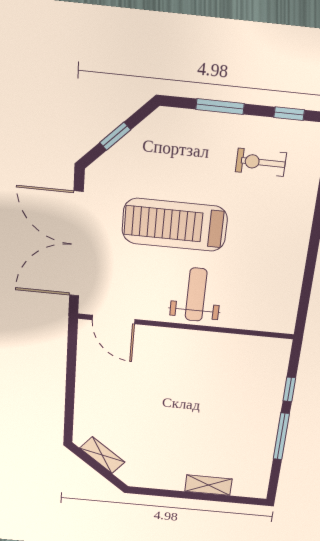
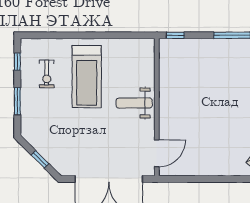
treadmill: (175, 225) -> (87, 77), moved
window: (289, 389) -> (175, 35), moved

